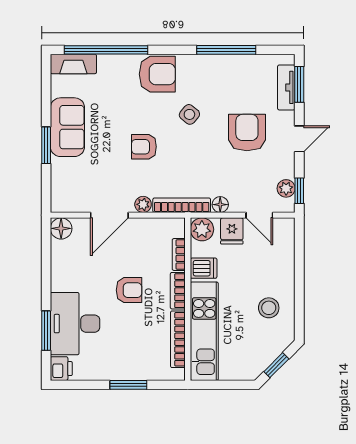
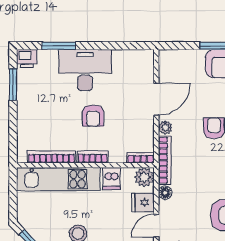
door: (109, 215) -> (156, 99), swing flipped
floor lamp: (61, 228) -> (145, 58), removed
bookcase: (179, 254) -> (140, 158), moved
desk: (75, 324) -> (85, 70), moved
window: (128, 385) -> (13, 85), moved

